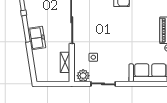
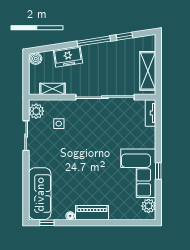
freezer: (37, 38) -> (68, 57), moved
boiler: (40, 76) -> (36, 59), added

